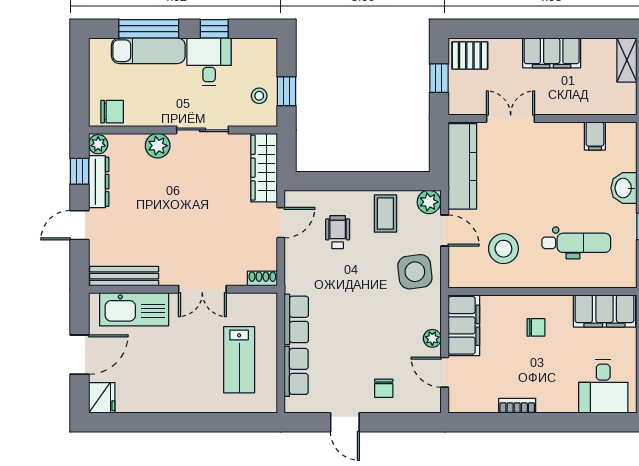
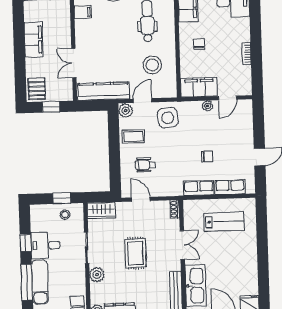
wardrobe: (264, 168) -> (101, 210), width x0.67
rug: (191, 211) -> (135, 253), added
chair: (384, 388) -> (207, 156), moved

